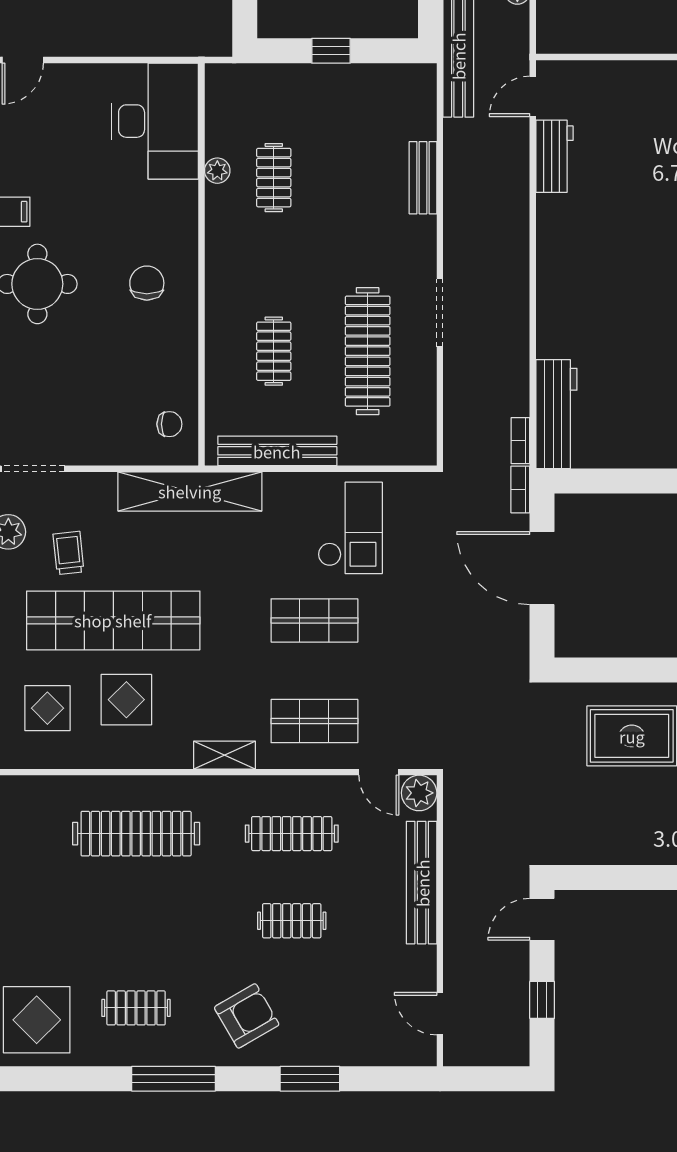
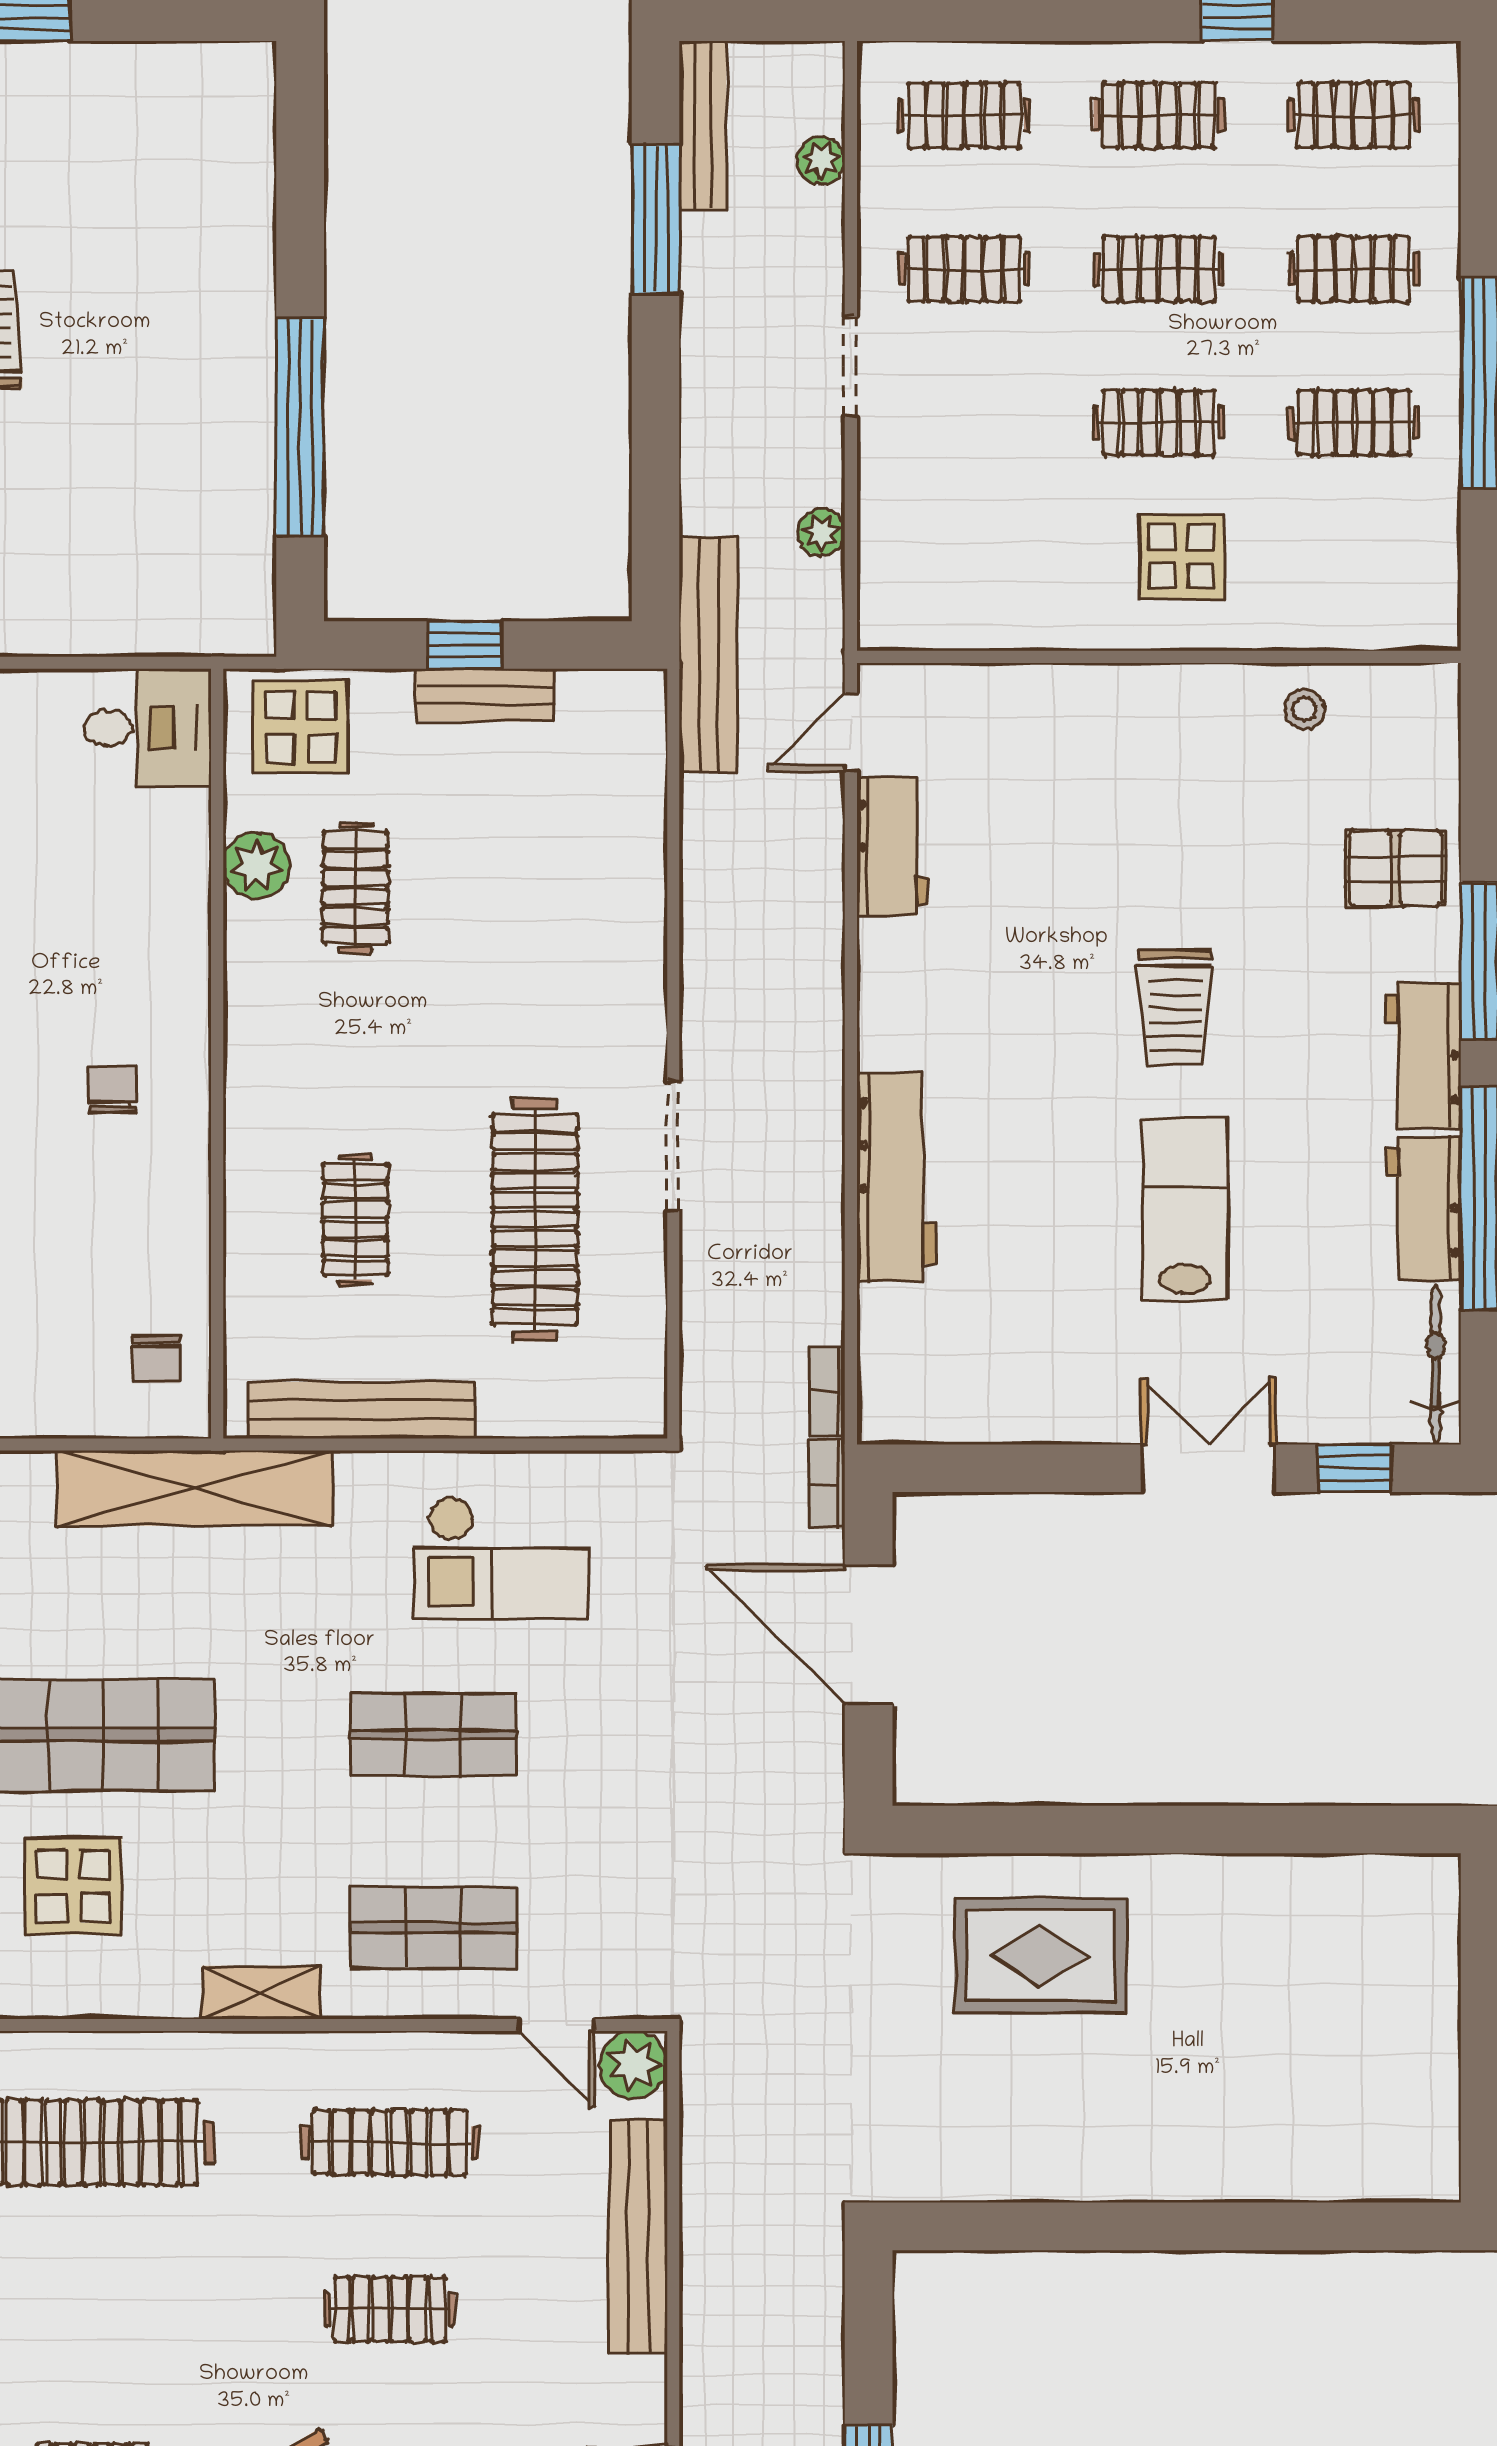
display table: (245, 94) -> (301, 727), added
desk: (155, 121) -> (147, 728), width x0.53, depth x0.77
plant: (217, 171) -> (256, 865), width x1.38, depth x1.38
bench: (423, 178) -> (485, 695), moved, turned 90
chair: (147, 283) -> (113, 1089), width x0.73, depth x0.73
workbench: (556, 414) -> (896, 1177), moved
chair: (169, 424) -> (156, 1359), turned 90
checkout: (350, 528) -> (502, 1558), turned 90
door: (542, 919) -> (869, 2306), removed

